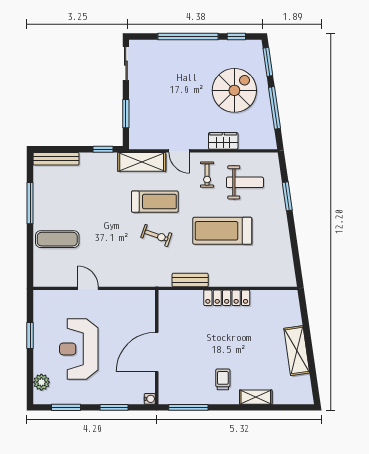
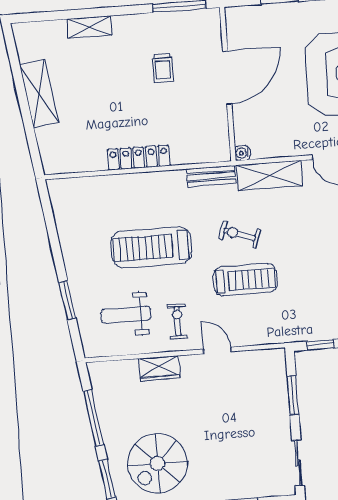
spiral stairs: (234, 90) -> (158, 463), moved
shelving: (142, 162) -> (269, 175), moved
treadmill: (155, 202) -> (245, 280), turned 180
treadmill: (222, 231) -> (151, 247), turned 180
bench: (190, 280) -> (211, 176), moved
trolley: (223, 379) -> (163, 68), moved
water cooler: (150, 399) -> (242, 153), moved

